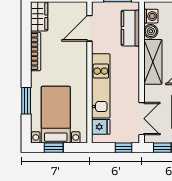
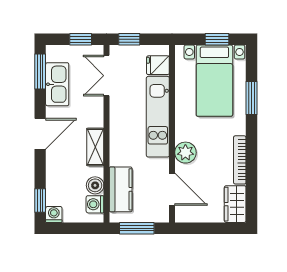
door: (90, 28) -> (172, 189), hinge flipped
plant: (79, 57) -> (185, 153), added
shelving: (153, 62) -> (95, 147), width x0.67, depth x0.75

